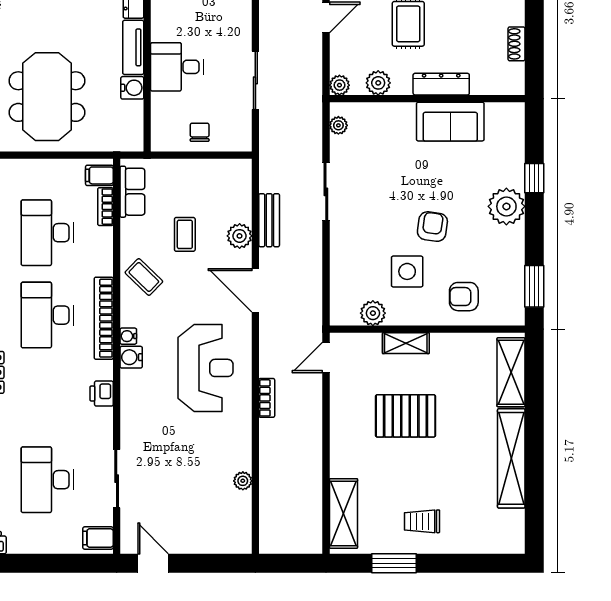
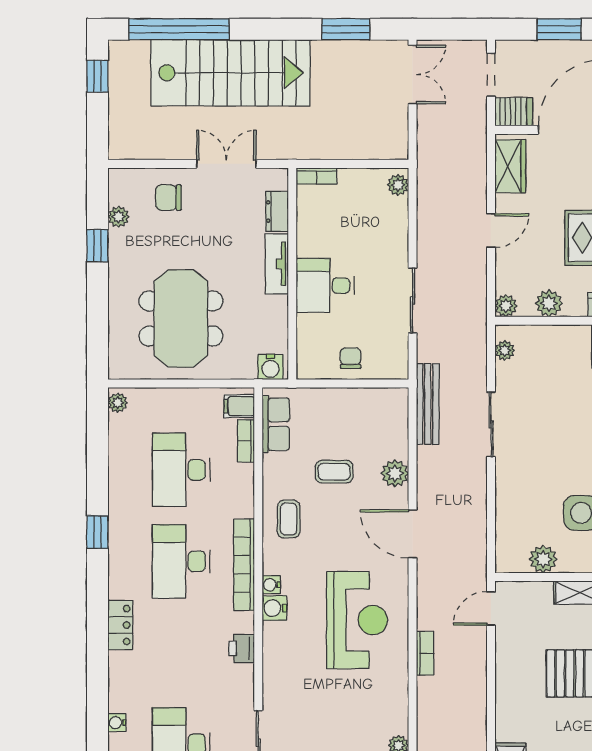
water cooler: (132, 88) -> (270, 367), moved, turned 90
bench: (269, 220) -> (428, 404), moved, width x1.36
coffee table: (185, 234) -> (334, 472), turned 90
coffee table: (144, 277) -> (289, 519), turned 46

